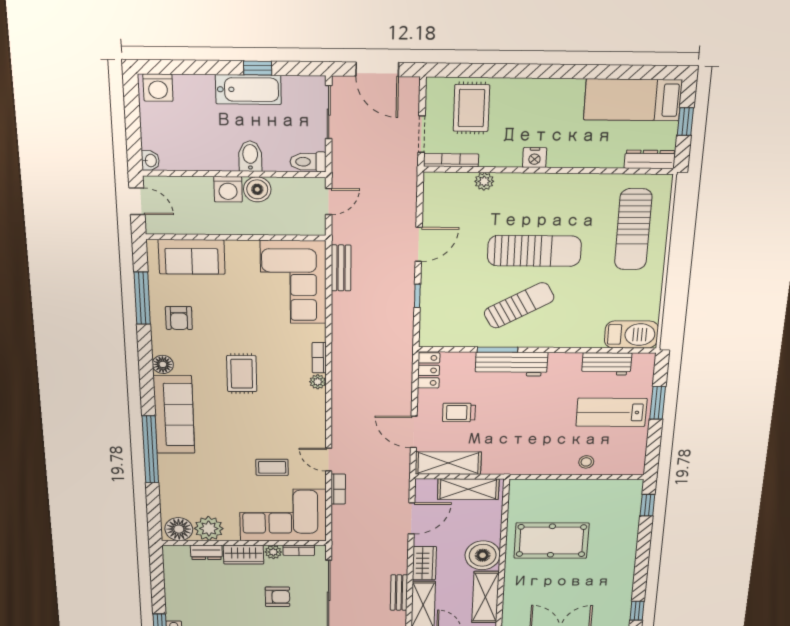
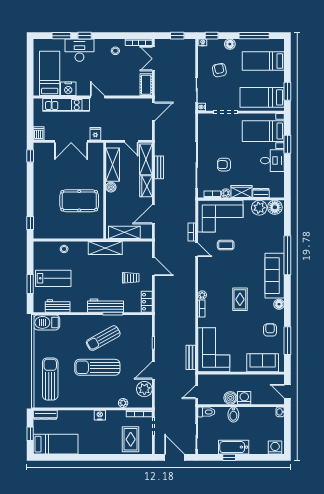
plant: (438, 208) -> (144, 389), added
shelving: (448, 463) -> (105, 248), moved
boiler: (483, 555) -> (111, 187), width x0.54, depth x0.54
desk: (187, 603) -> (272, 161), added

